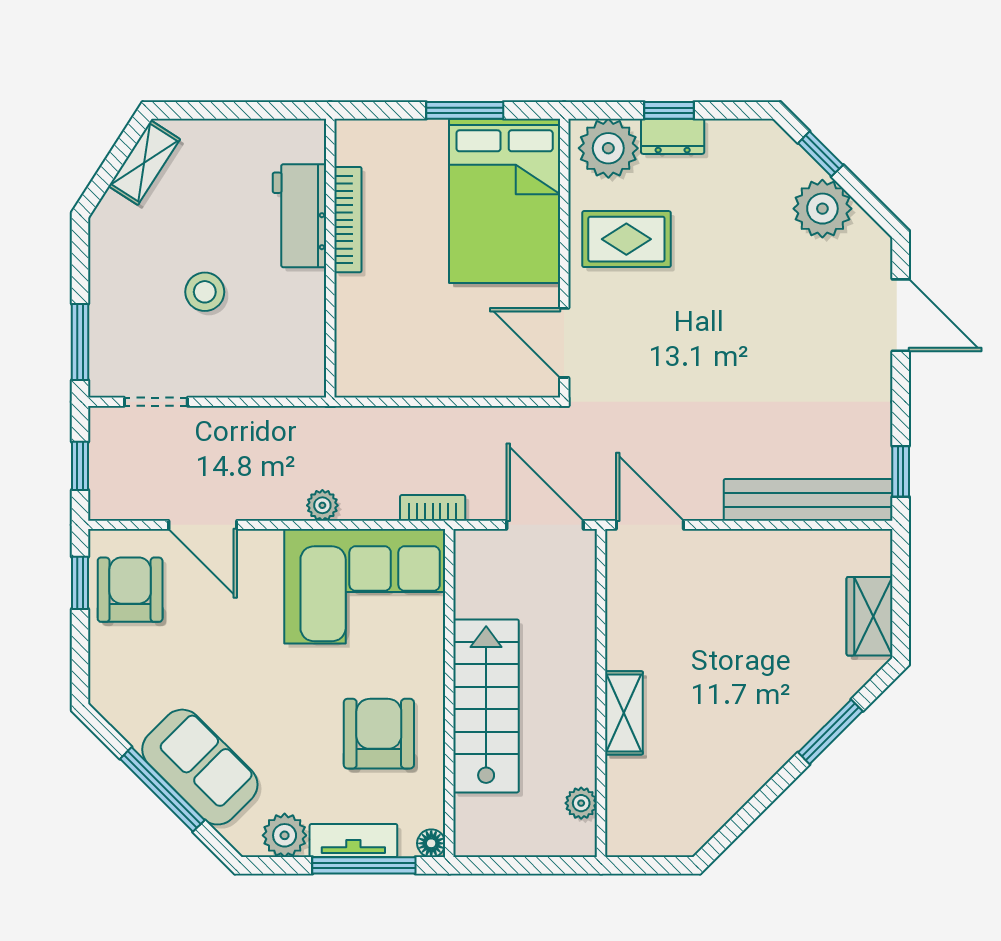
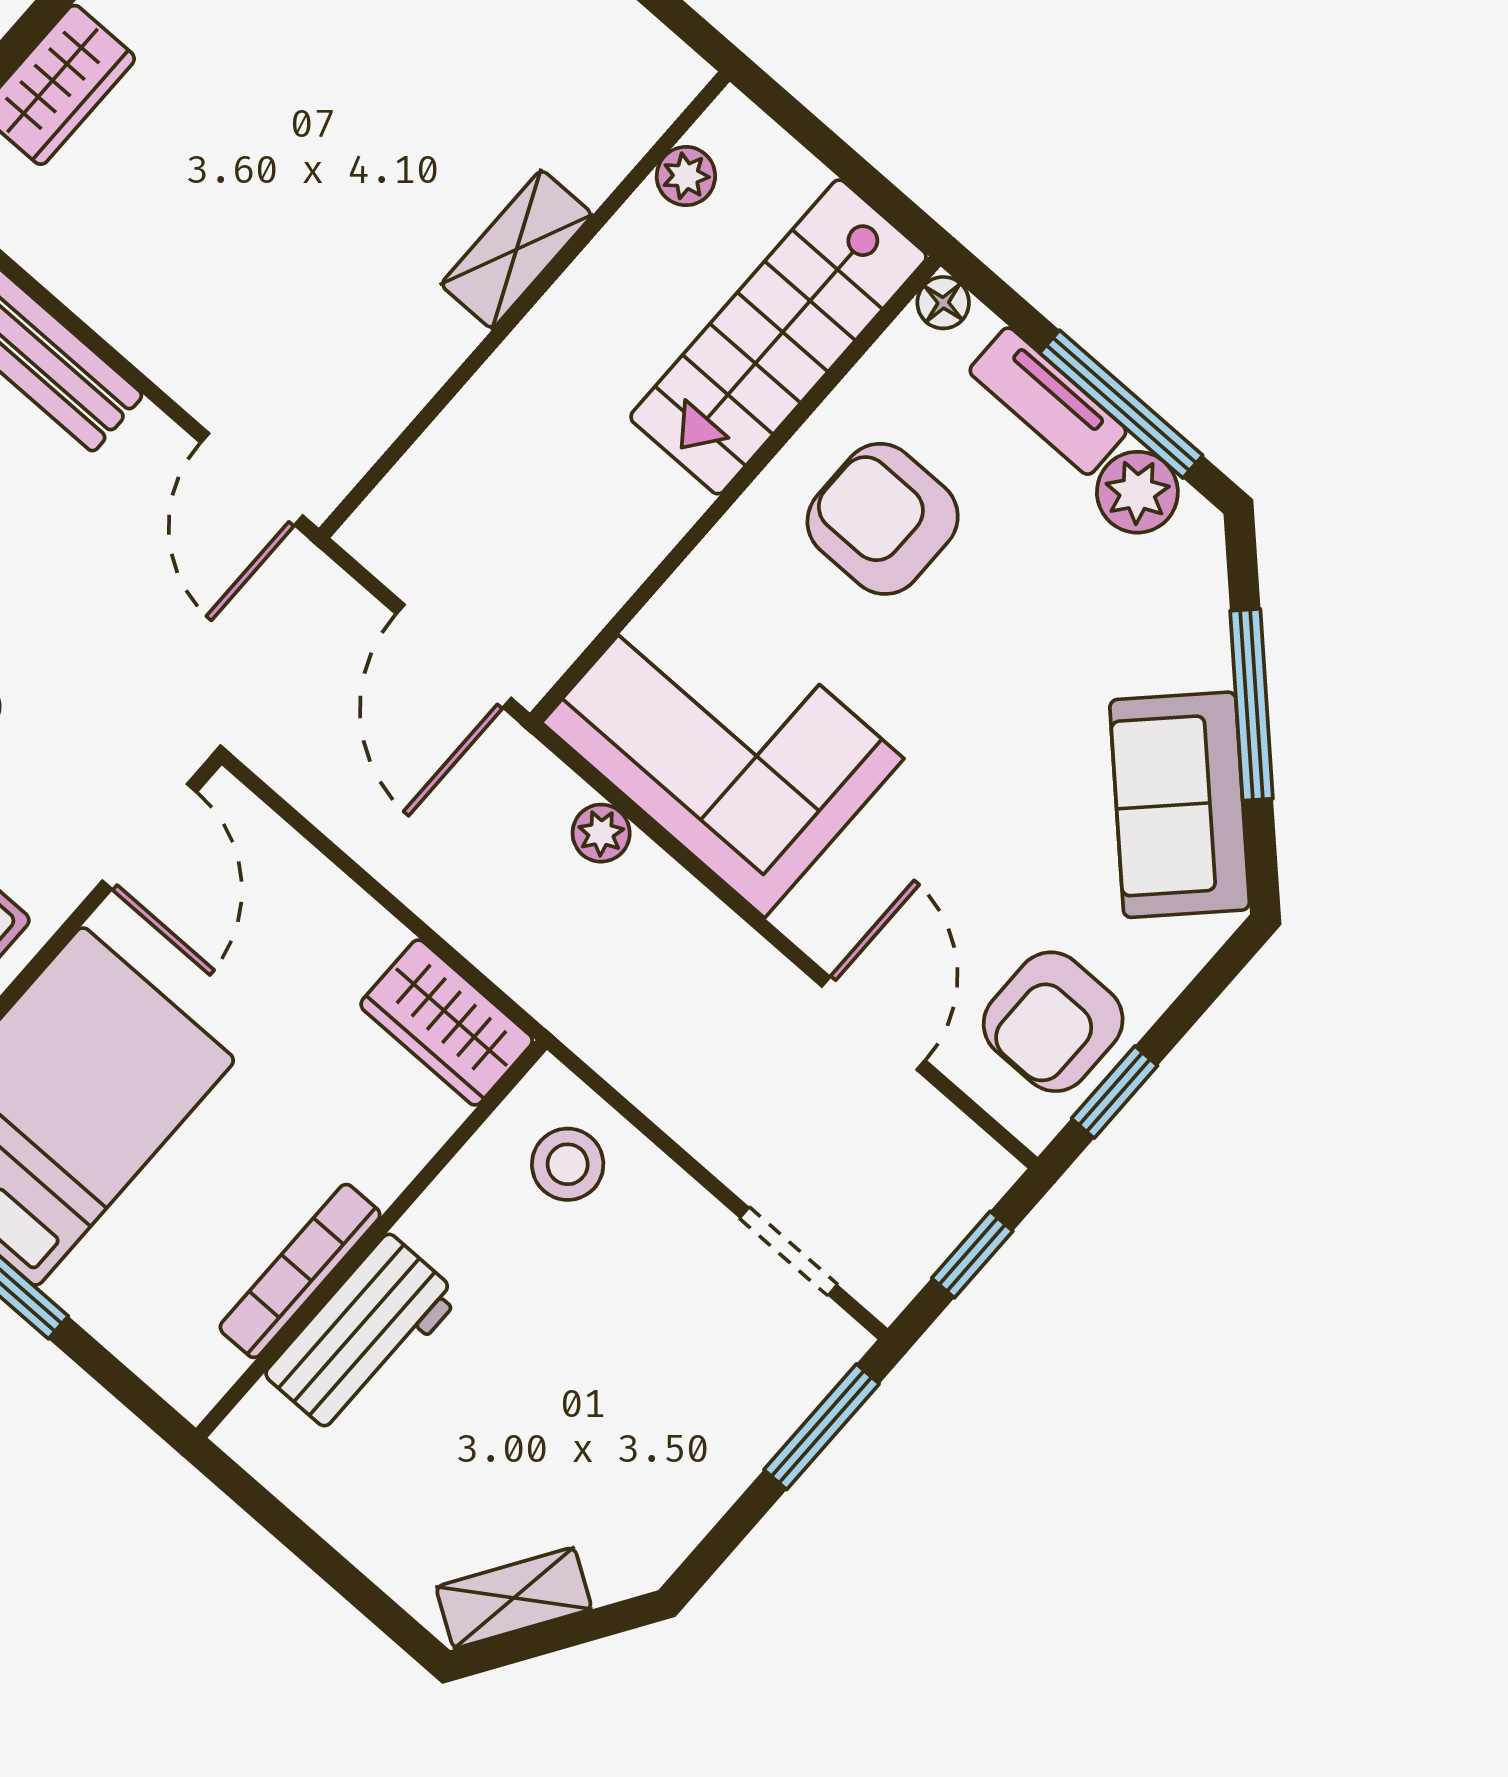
stool: (205, 292) -> (568, 1164), moved
wardrobe: (377, 373) -> (447, 1023), added
plant: (322, 505) -> (601, 833), moved
bookcase: (433, 508) -> (533, 767), removed
door: (545, 525) -> (454, 656), moved
stairs: (486, 706) -> (779, 337), moved
armchair: (379, 734) -> (883, 519), turned 90
sofa: (200, 767) -> (1180, 805), moved
window: (364, 865) -> (1121, 404), moved

